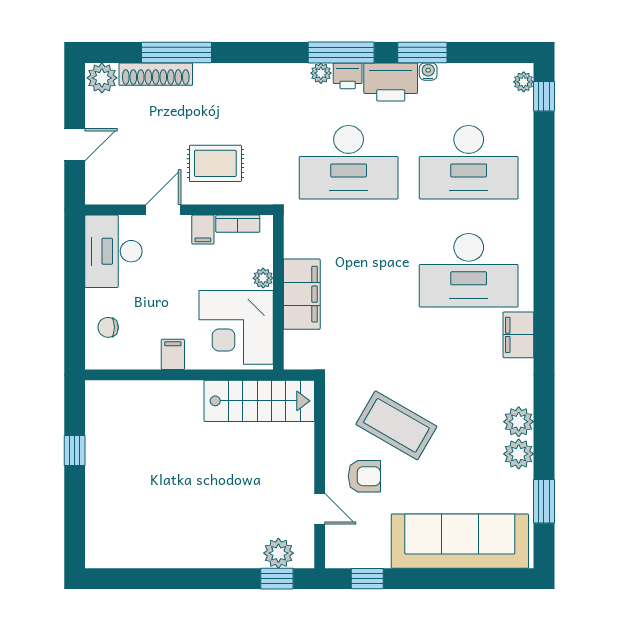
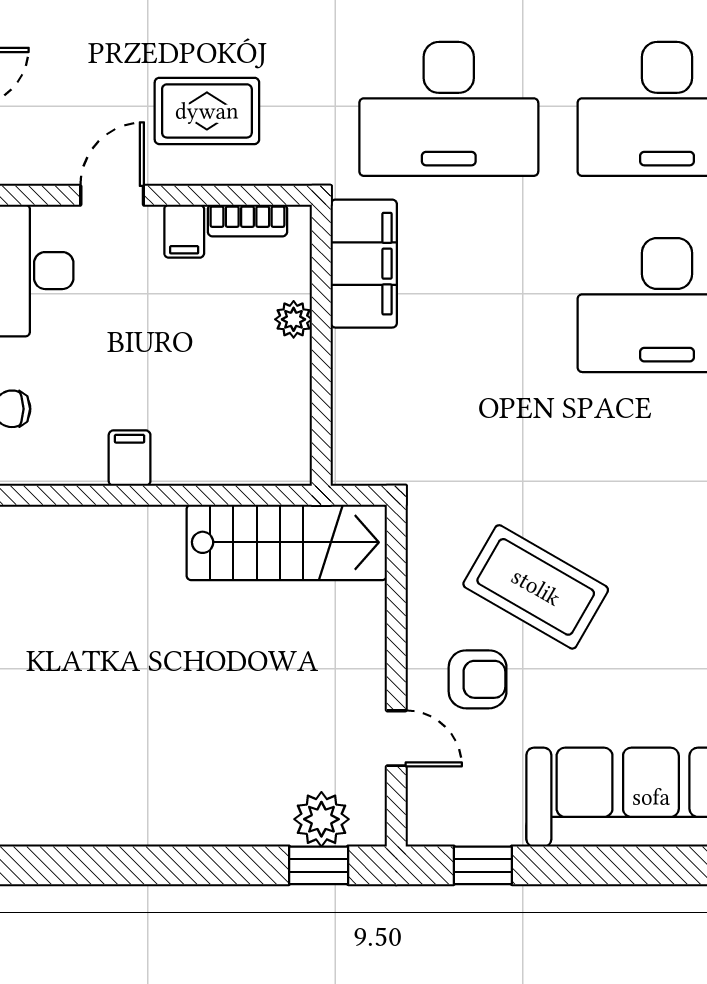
filing cabinet: (302, 294) -> (364, 264), moved
corner desk: (236, 327) -> (245, 409), removed

